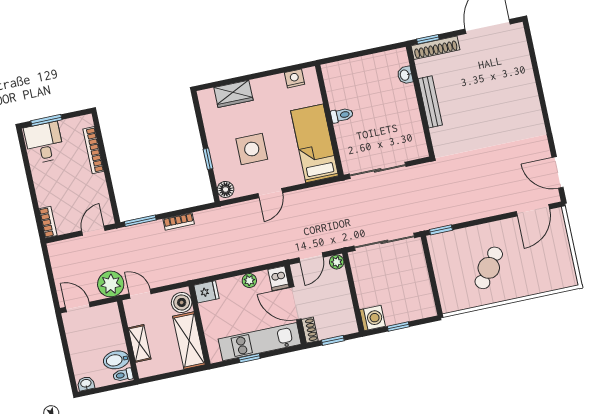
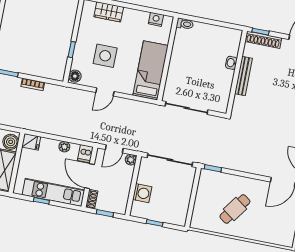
washbasin: (405, 75) -> (231, 63), moved
toilet: (342, 115) -> (185, 24), moved
washing machine: (372, 318) -> (142, 193), moved

